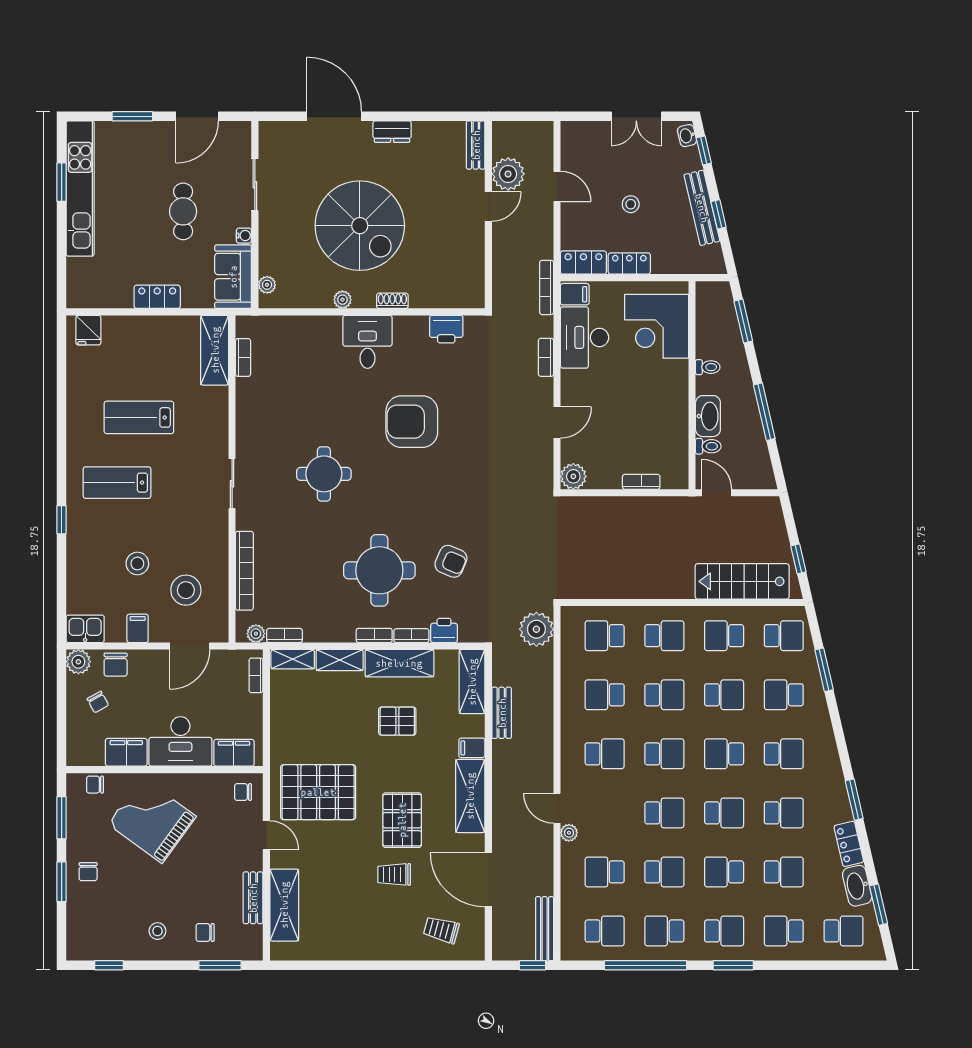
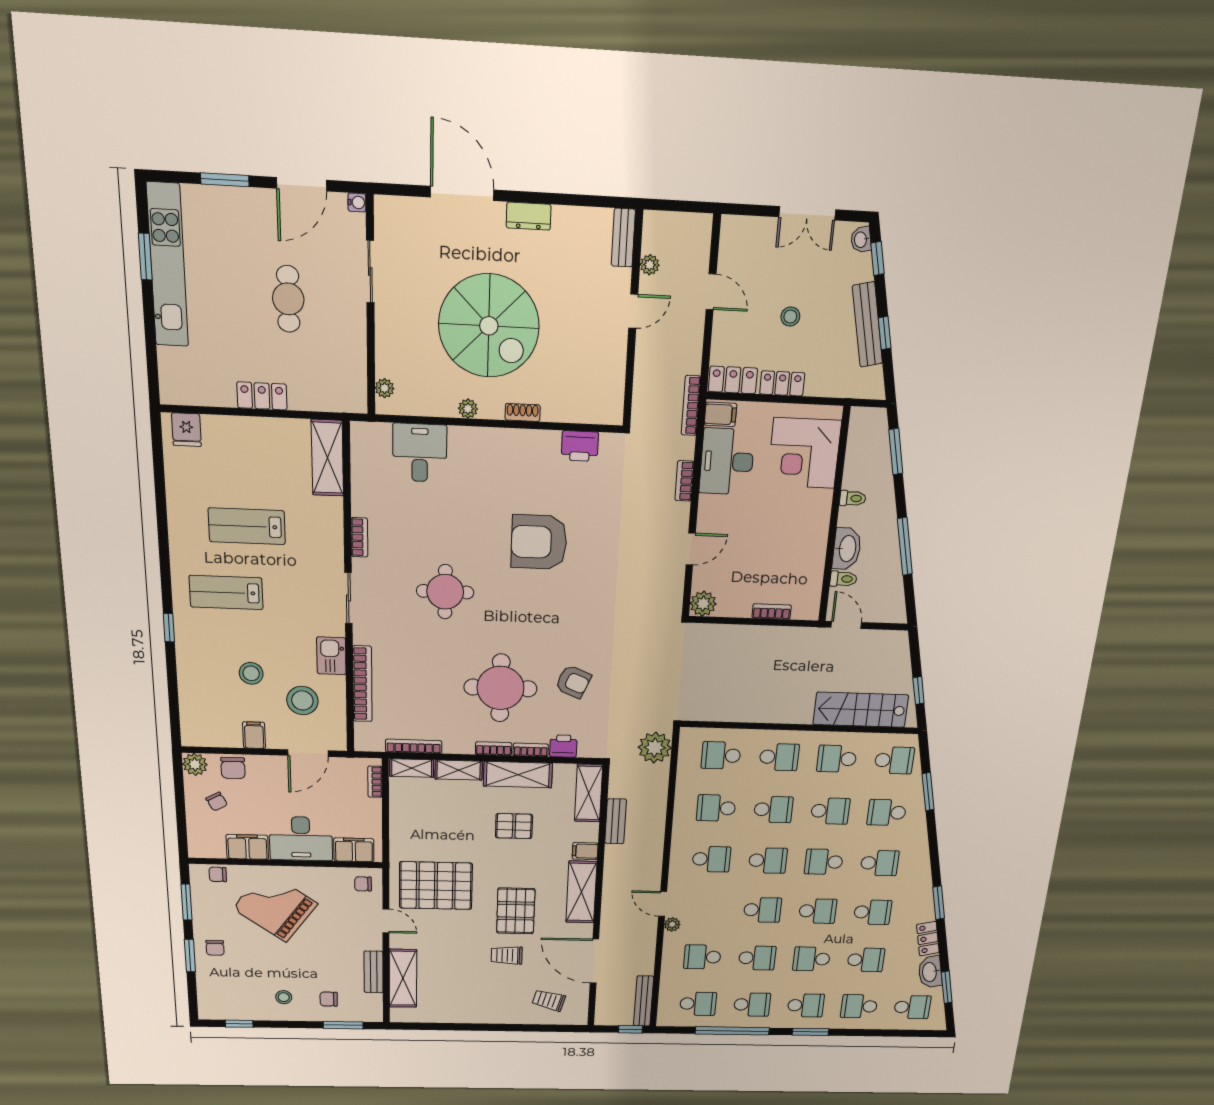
plant: (508, 174) -> (650, 265), width x0.53, depth x0.53
water cooler: (244, 236) -> (357, 202), moved
sofa: (233, 277) -> (347, 377), removed
desk: (367, 342) -> (420, 453), moved
bookcase: (243, 358) -> (359, 537), moved
kitchen sink: (85, 629) -> (331, 656), moved, turned -90
plant: (256, 634) -> (375, 743), removed
bookcase: (284, 635) -> (414, 746), width x1.56
school desk: (664, 931) -> (752, 1005), turned 180

